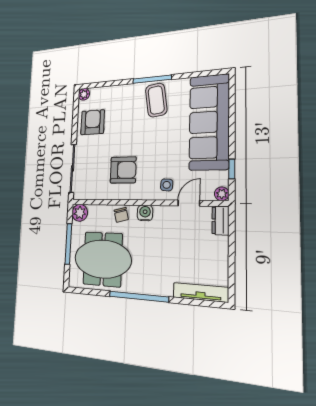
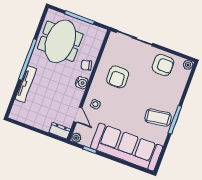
plant: (80, 213) -> (99, 34), removed
tv unit: (201, 292) -> (26, 84), moved

